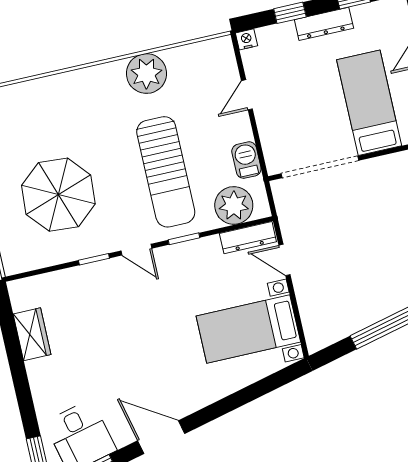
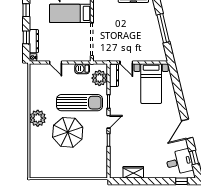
dresser: (324, 24) -> (34, 41), moved
plant: (146, 74) -> (38, 118), moved
parasol: (58, 195) -> (68, 132), moved
door: (284, 260) -> (126, 62), hinge flipped

